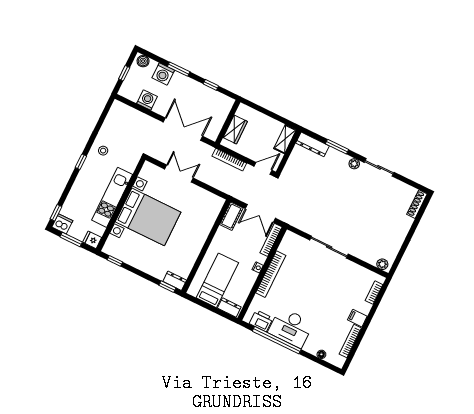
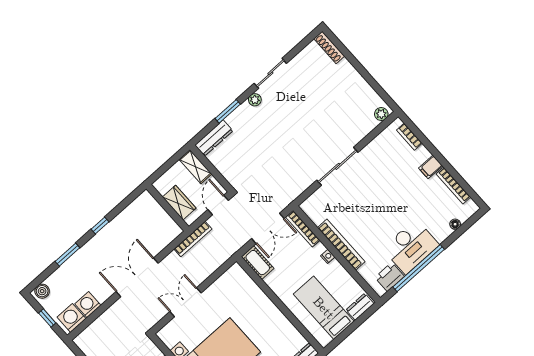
washing machine: (163, 74) -> (72, 318), moved, turned 180
wall: (228, 122) -> (168, 208), moved
wardrobe: (235, 129) -> (179, 203), moved

